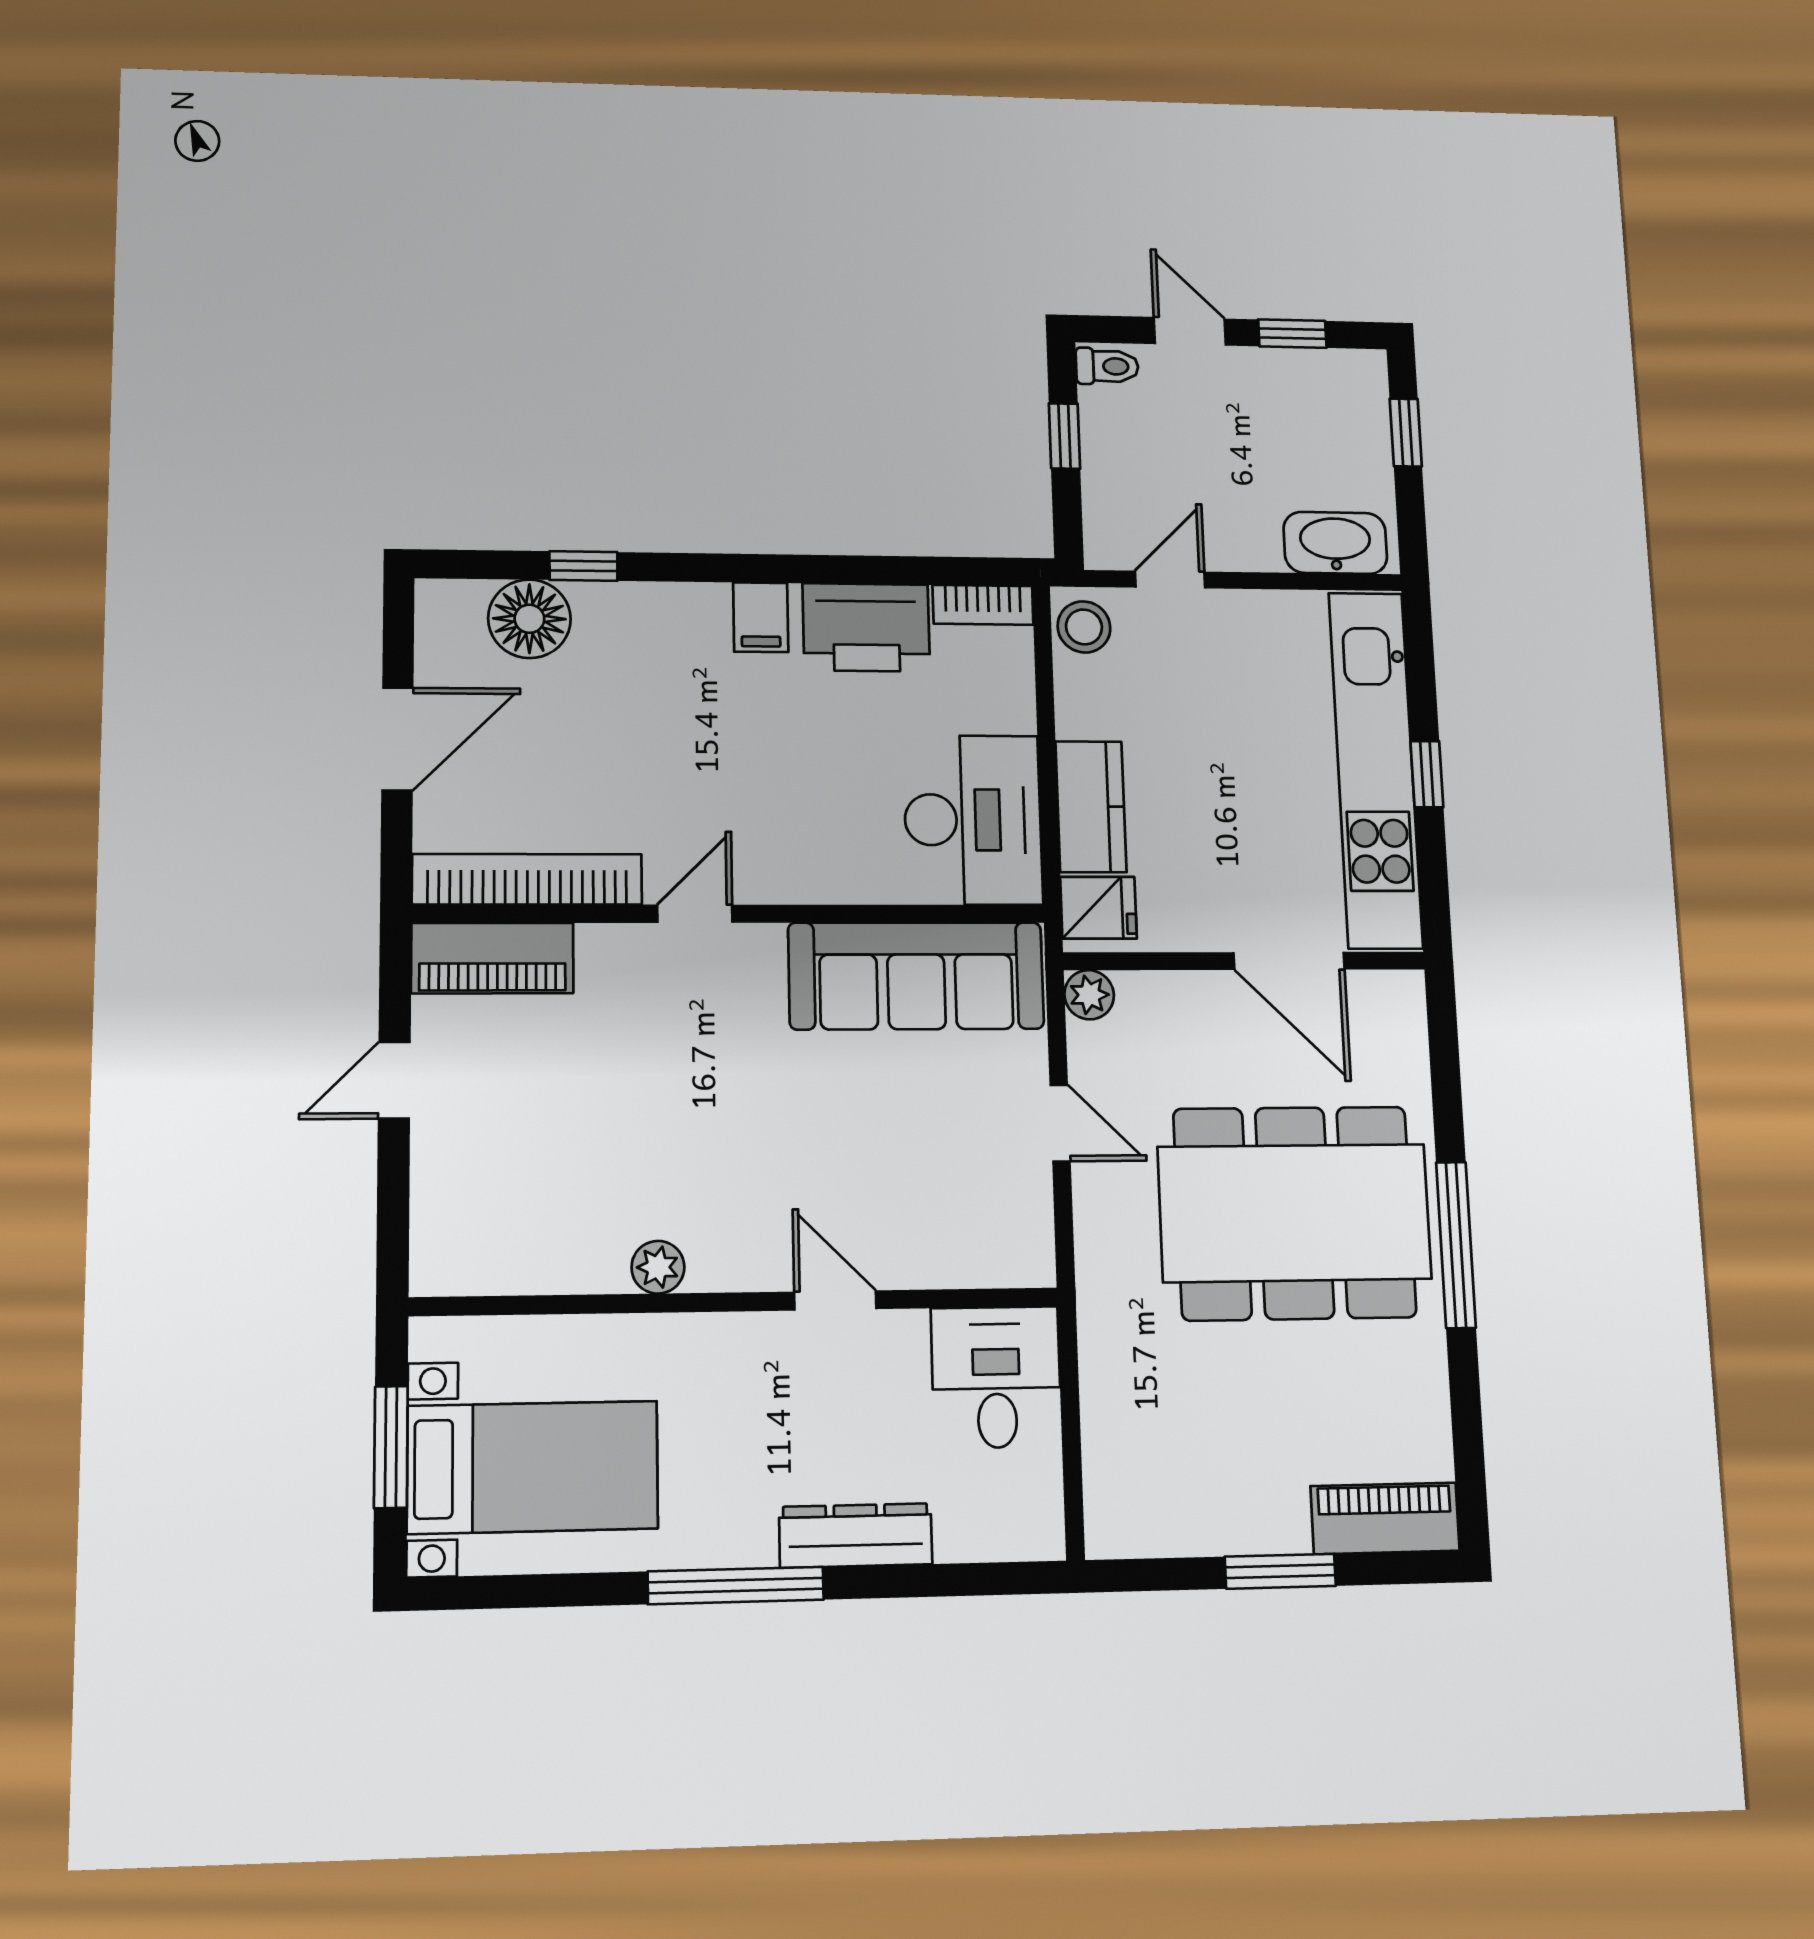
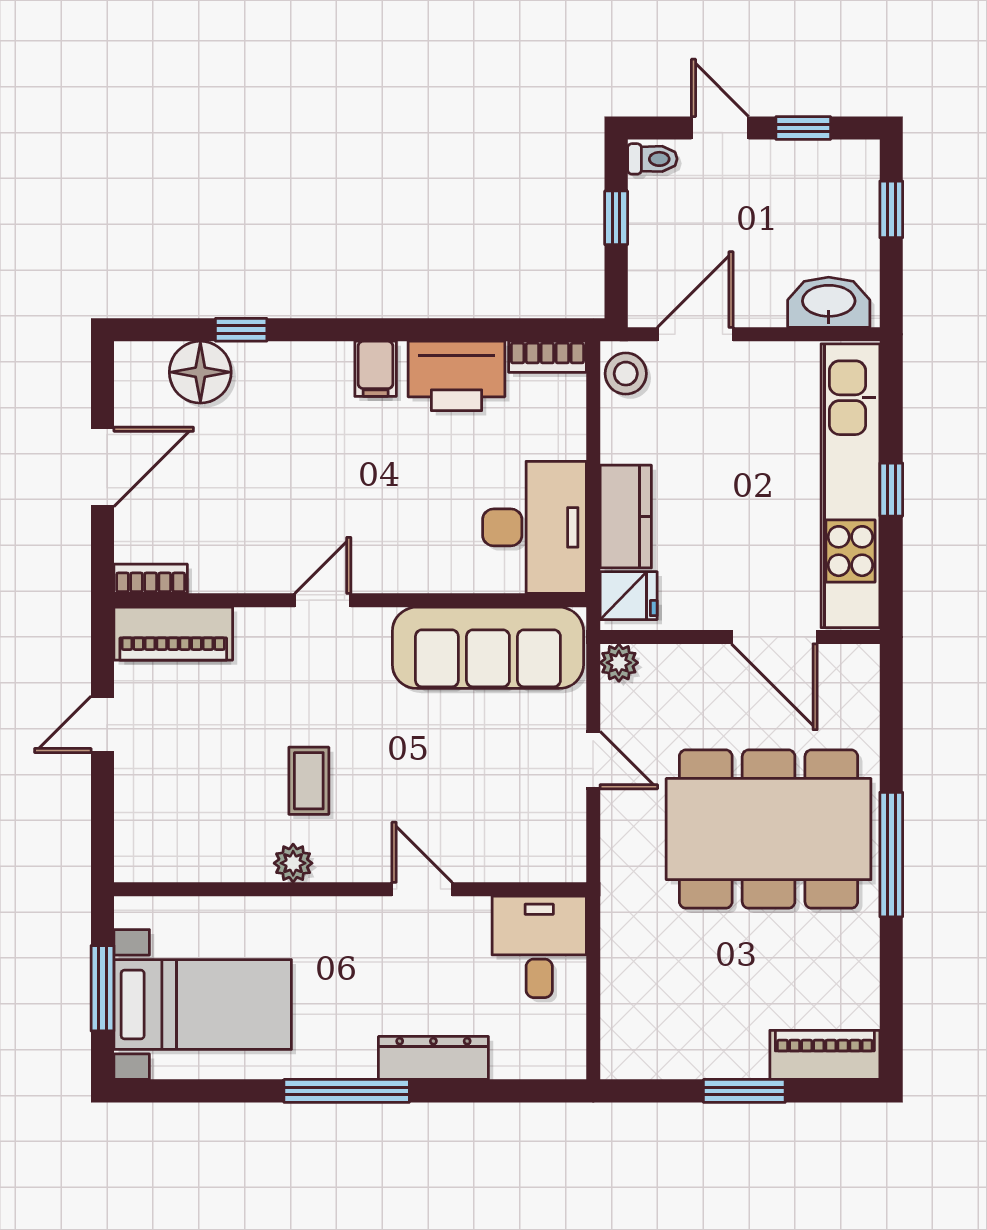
door: (1170, 580) -> (695, 334), width x1.38
bookcase: (527, 879) -> (151, 579), width x0.43, depth x0.76
coffee table: (678, 1154) -> (309, 781), added

